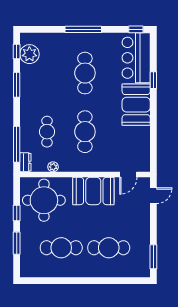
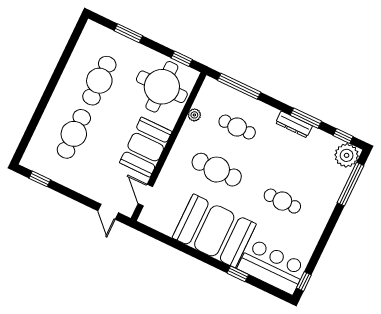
window: (83, 29) -> (350, 184), moved
plant: (29, 54) -> (347, 155), moved
cafe table: (85, 73) -> (282, 201), width x0.73, depth x0.74
booth: (136, 105) -> (214, 231), width x1.36, depth x1.42
dresser: (25, 162) -> (294, 124), moved, width x1.44
window: (17, 213) -> (182, 59), moved
window: (153, 257) -> (40, 179), width x0.67

